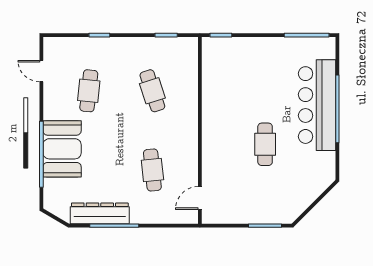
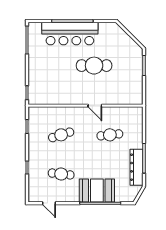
door: (41, 71) -> (49, 203), hinge flipped
cafe table: (265, 144) -> (94, 66), width x1.37, depth x1.35
door: (200, 198) -> (95, 106), moved

